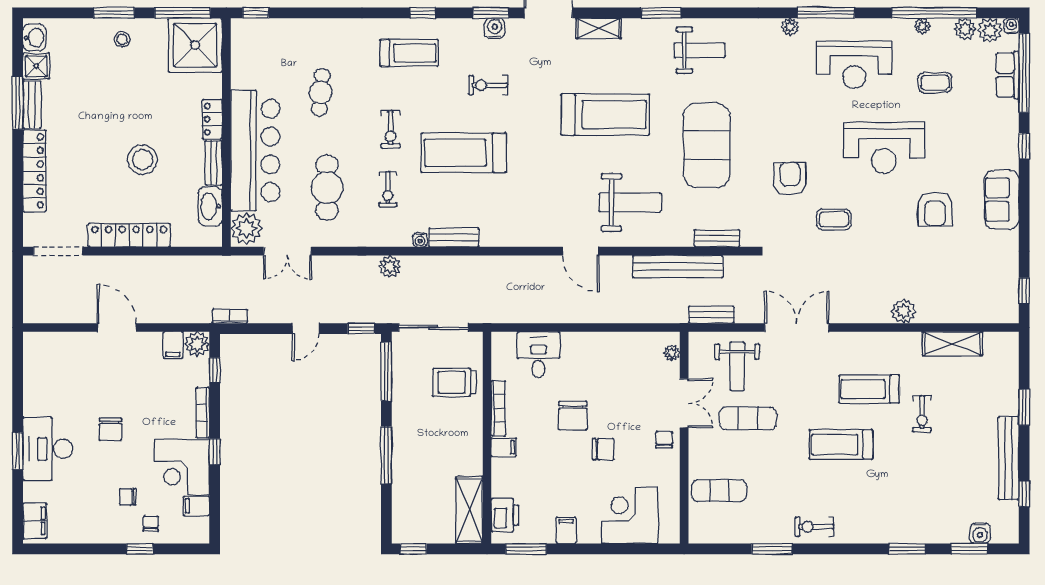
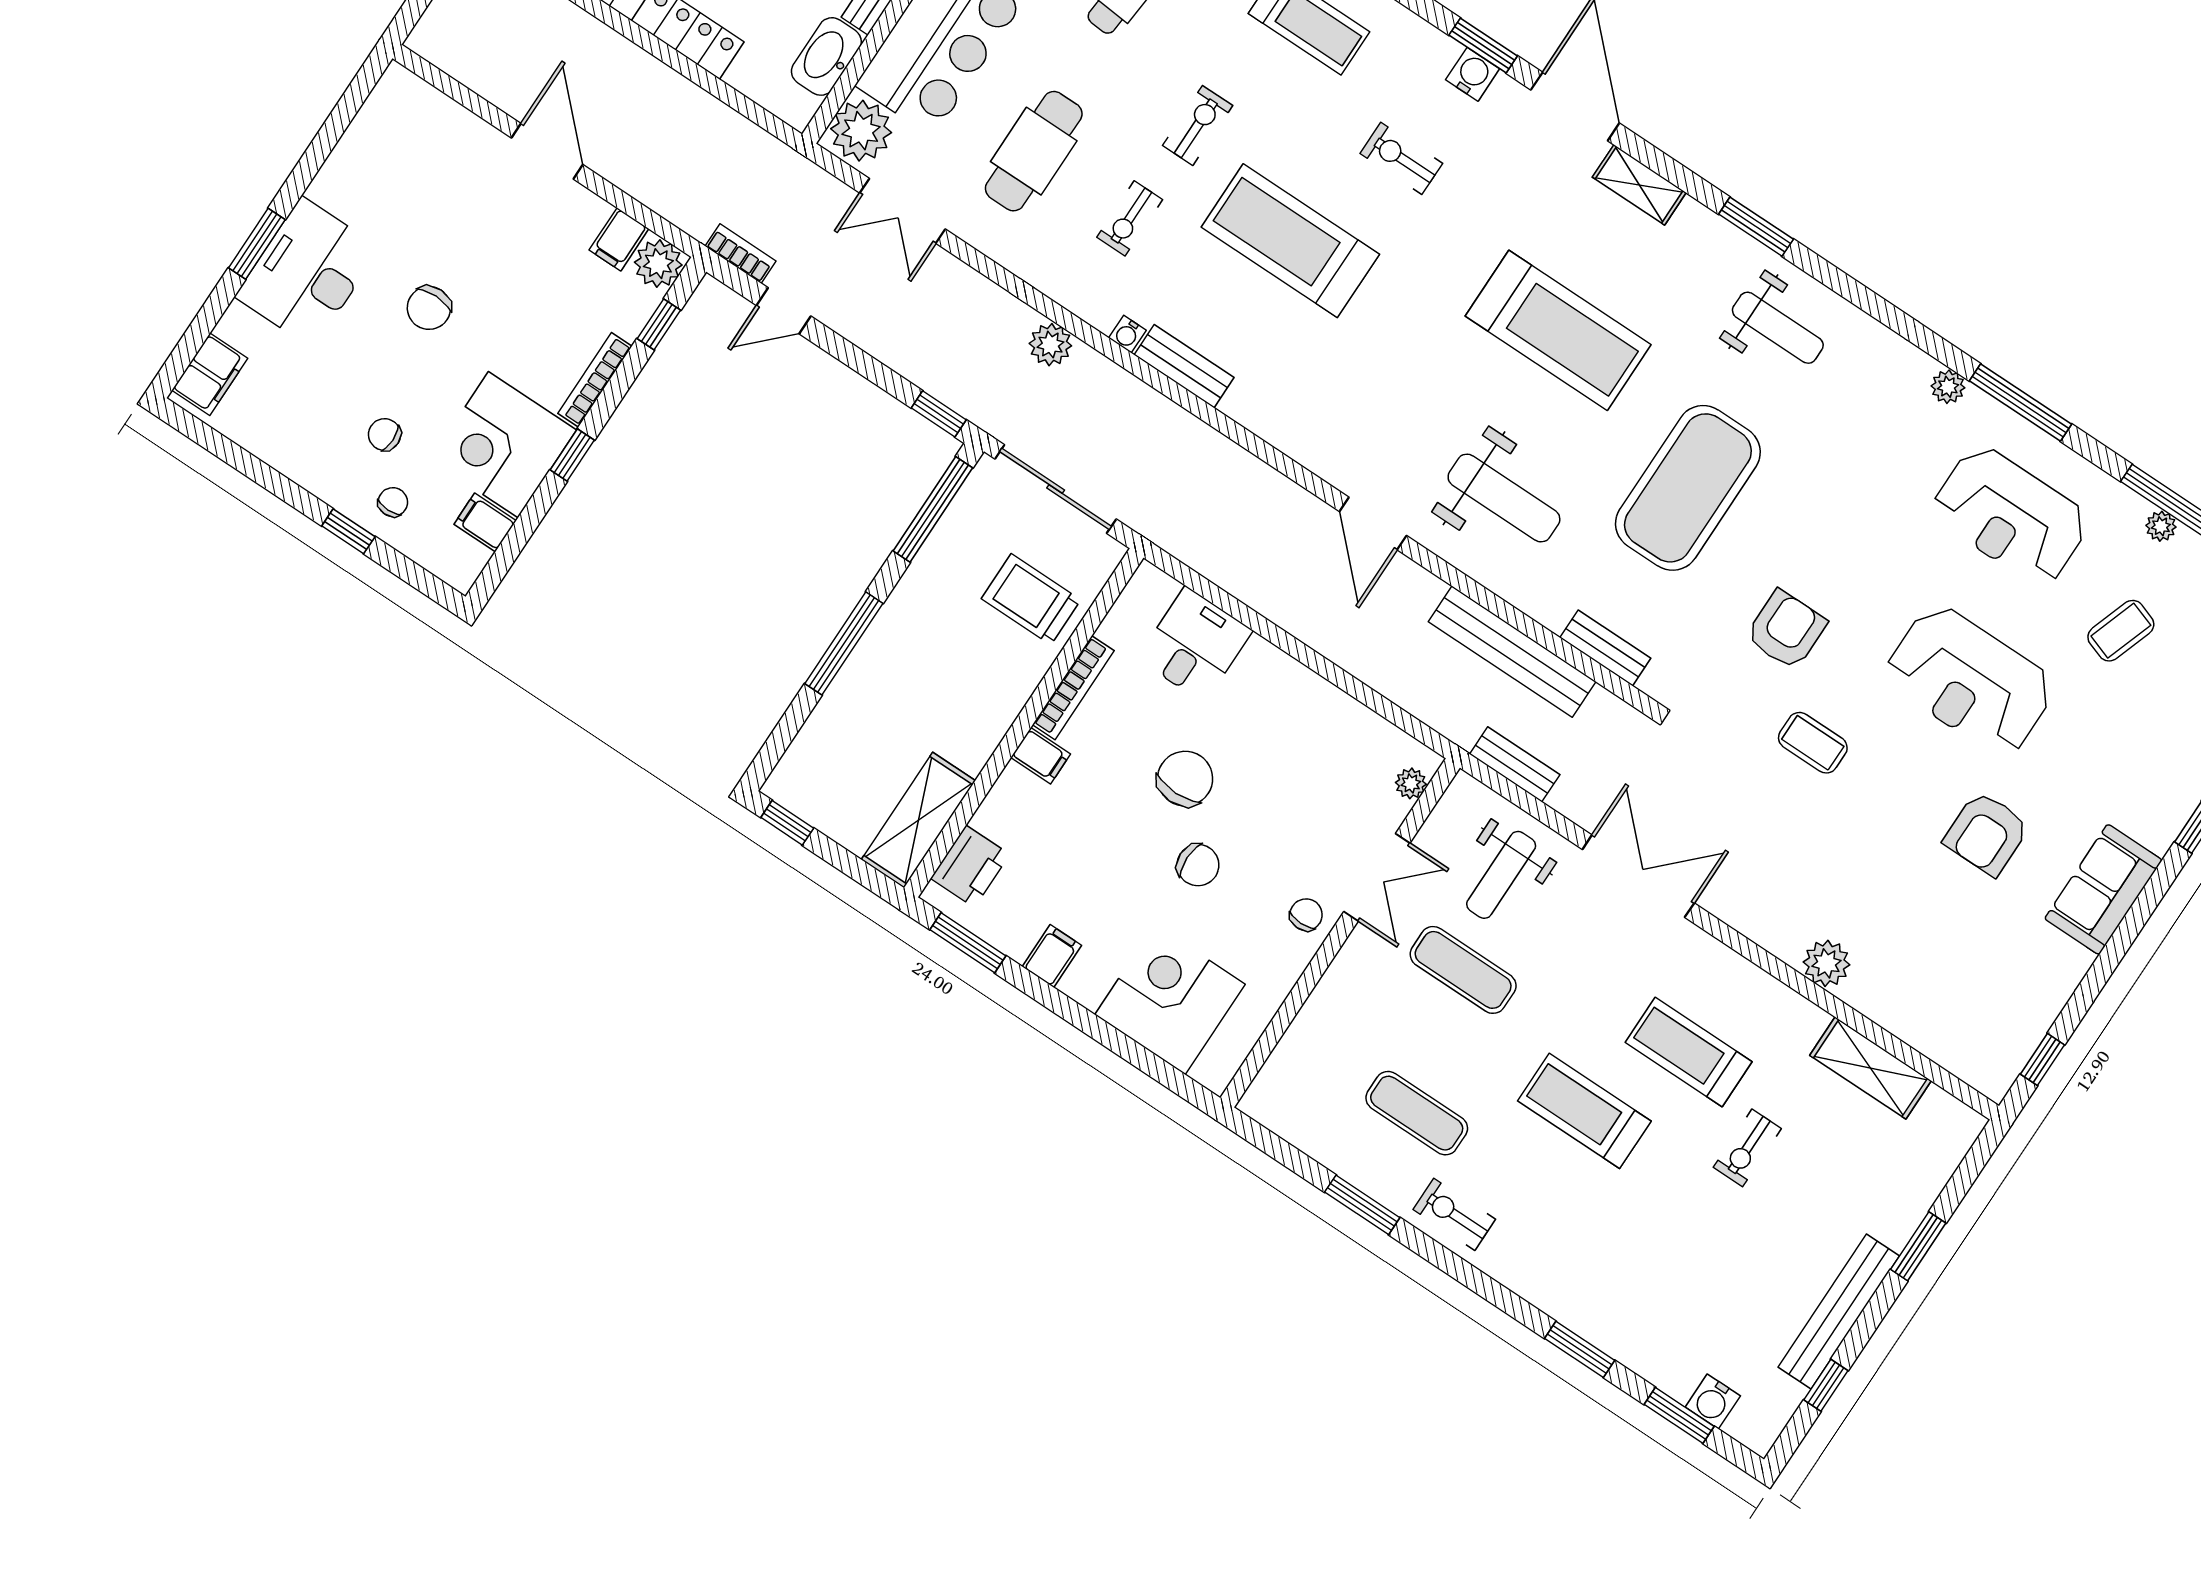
coffee table: (935, 83) -> (2121, 631), turned -71
exercise bike: (391, 129) -> (1198, 125), turned 180
door: (306, 329) -> (784, 311), moved
chair: (573, 416) -> (1185, 779), turned 180
exercise mat: (719, 491) -> (1417, 1113), moved

